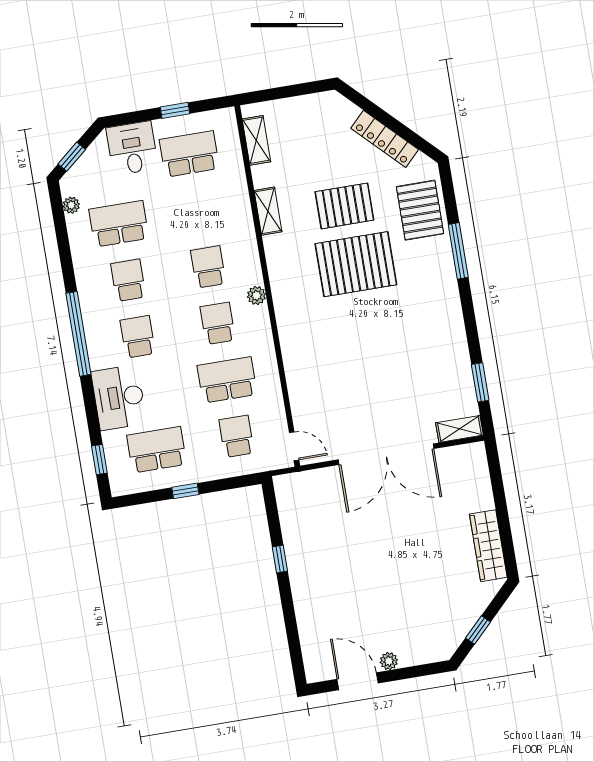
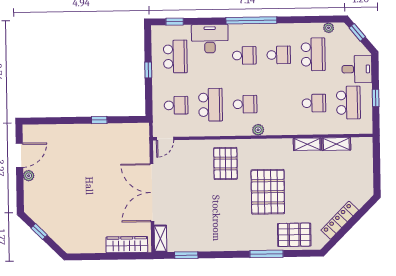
shelving: (256, 140) -> (336, 144), moved
pallet: (344, 206) -> (225, 163), moved
school desk: (208, 267) -> (314, 103), moved
wardrobe: (488, 546) -> (127, 245), moved

